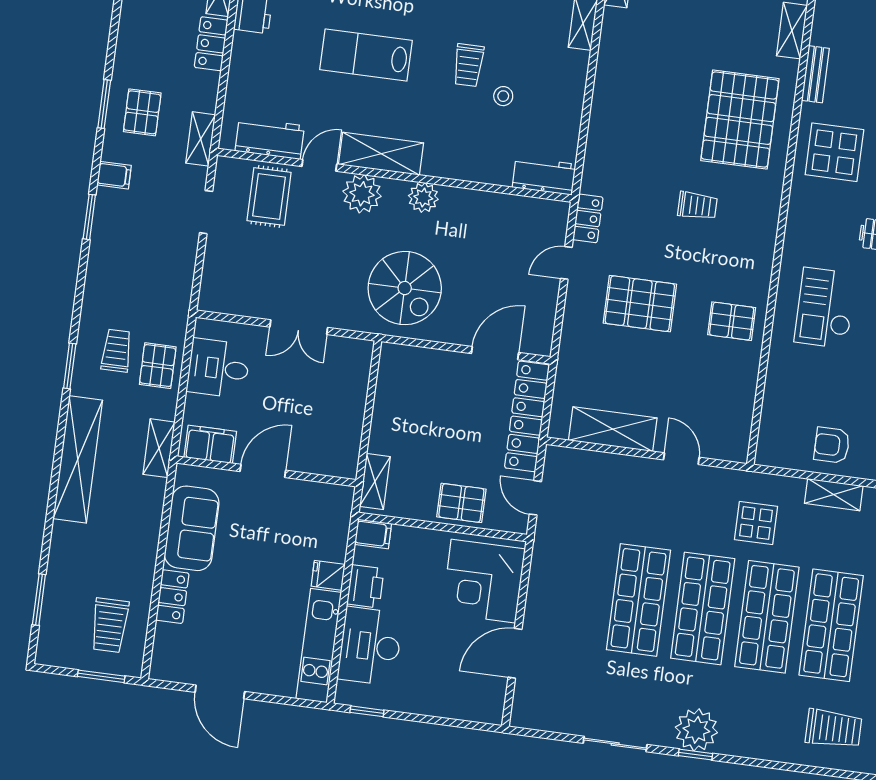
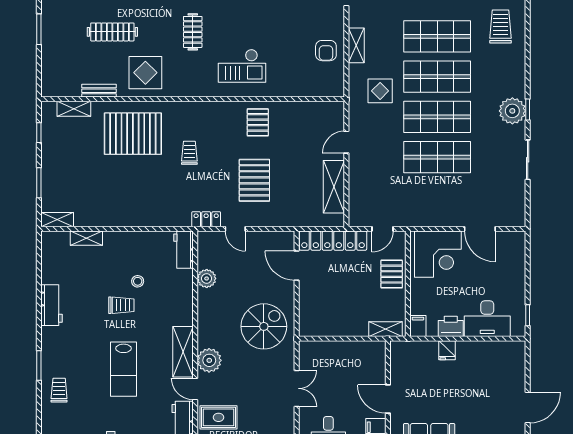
plant: (423, 197) -> (207, 279), moved
kitchen unit: (319, 646) -> (491, 350), removed

